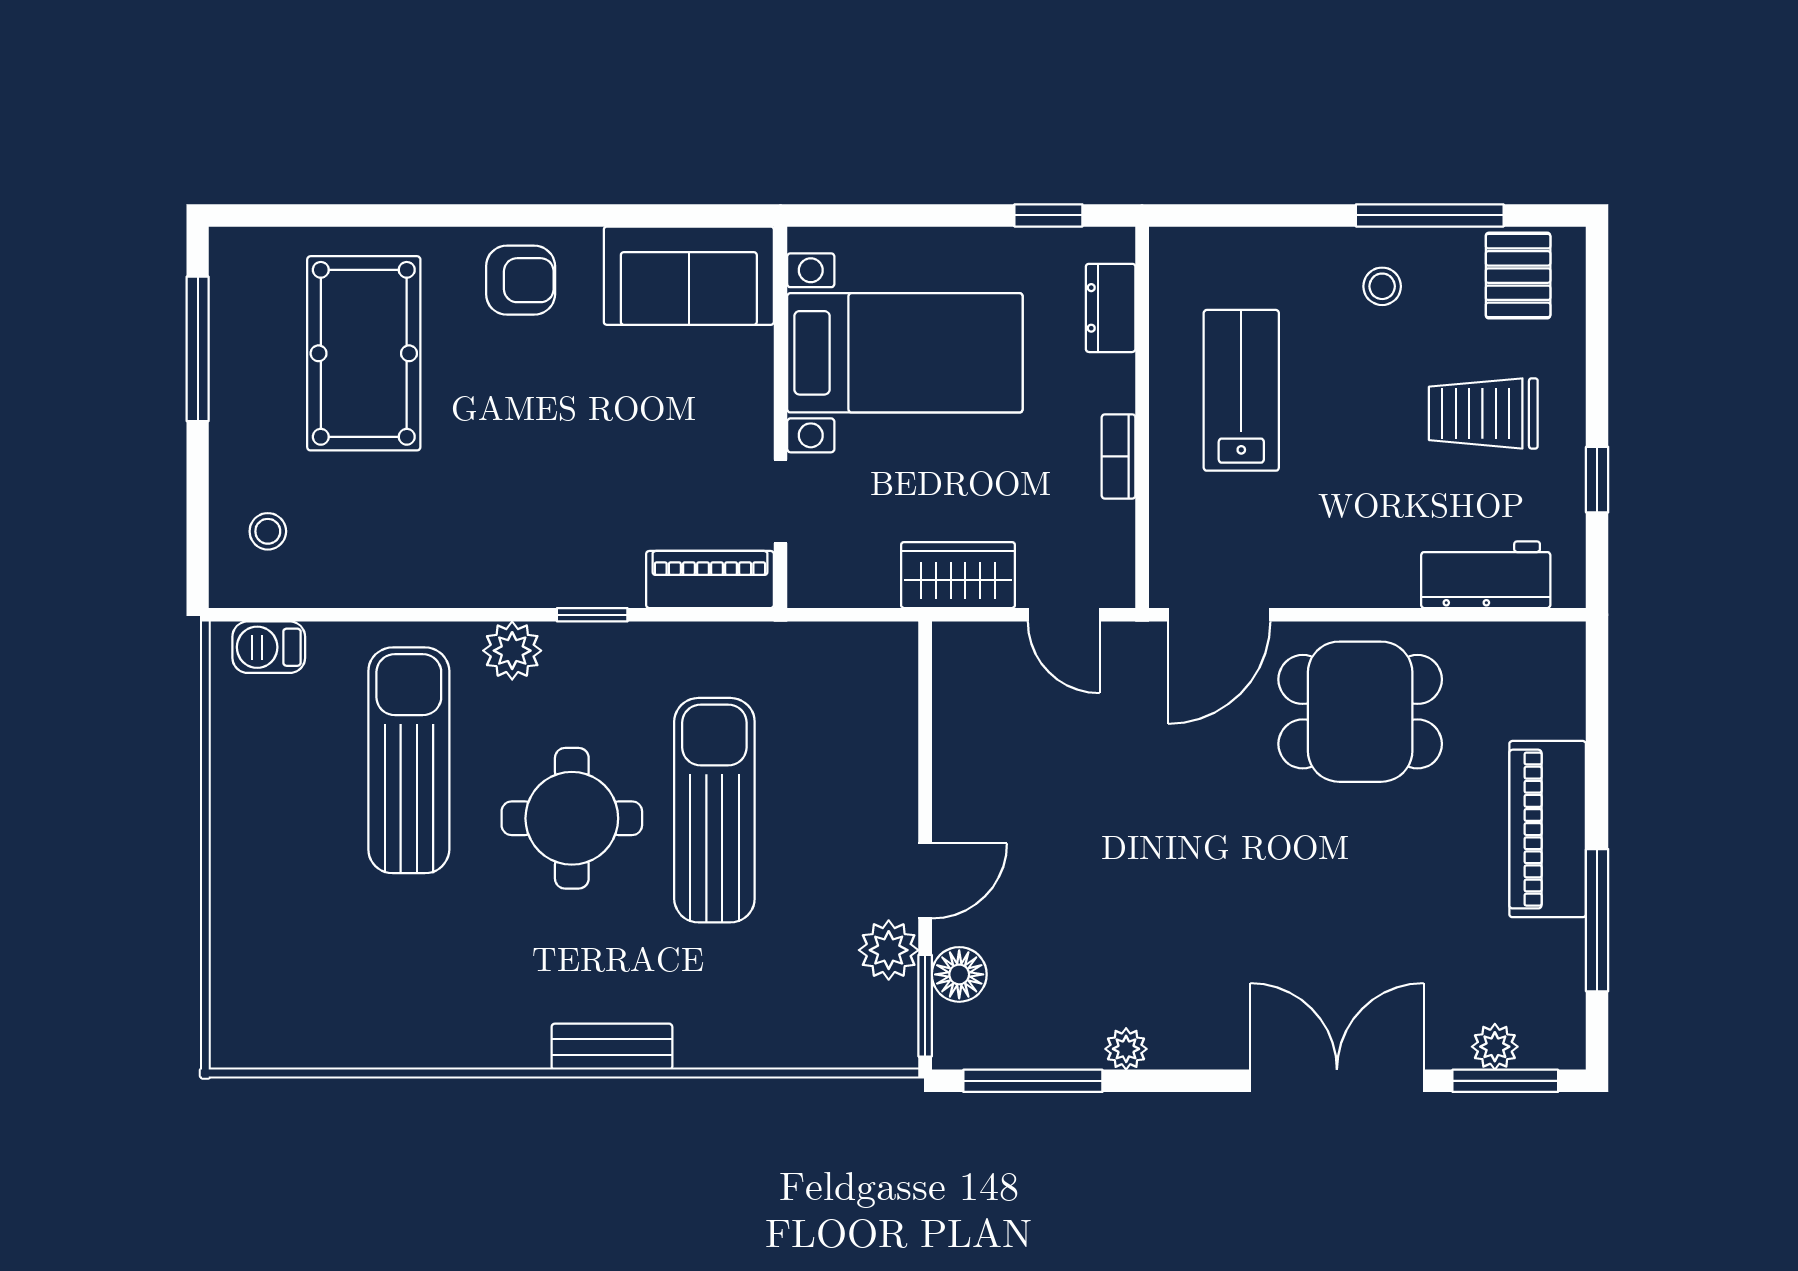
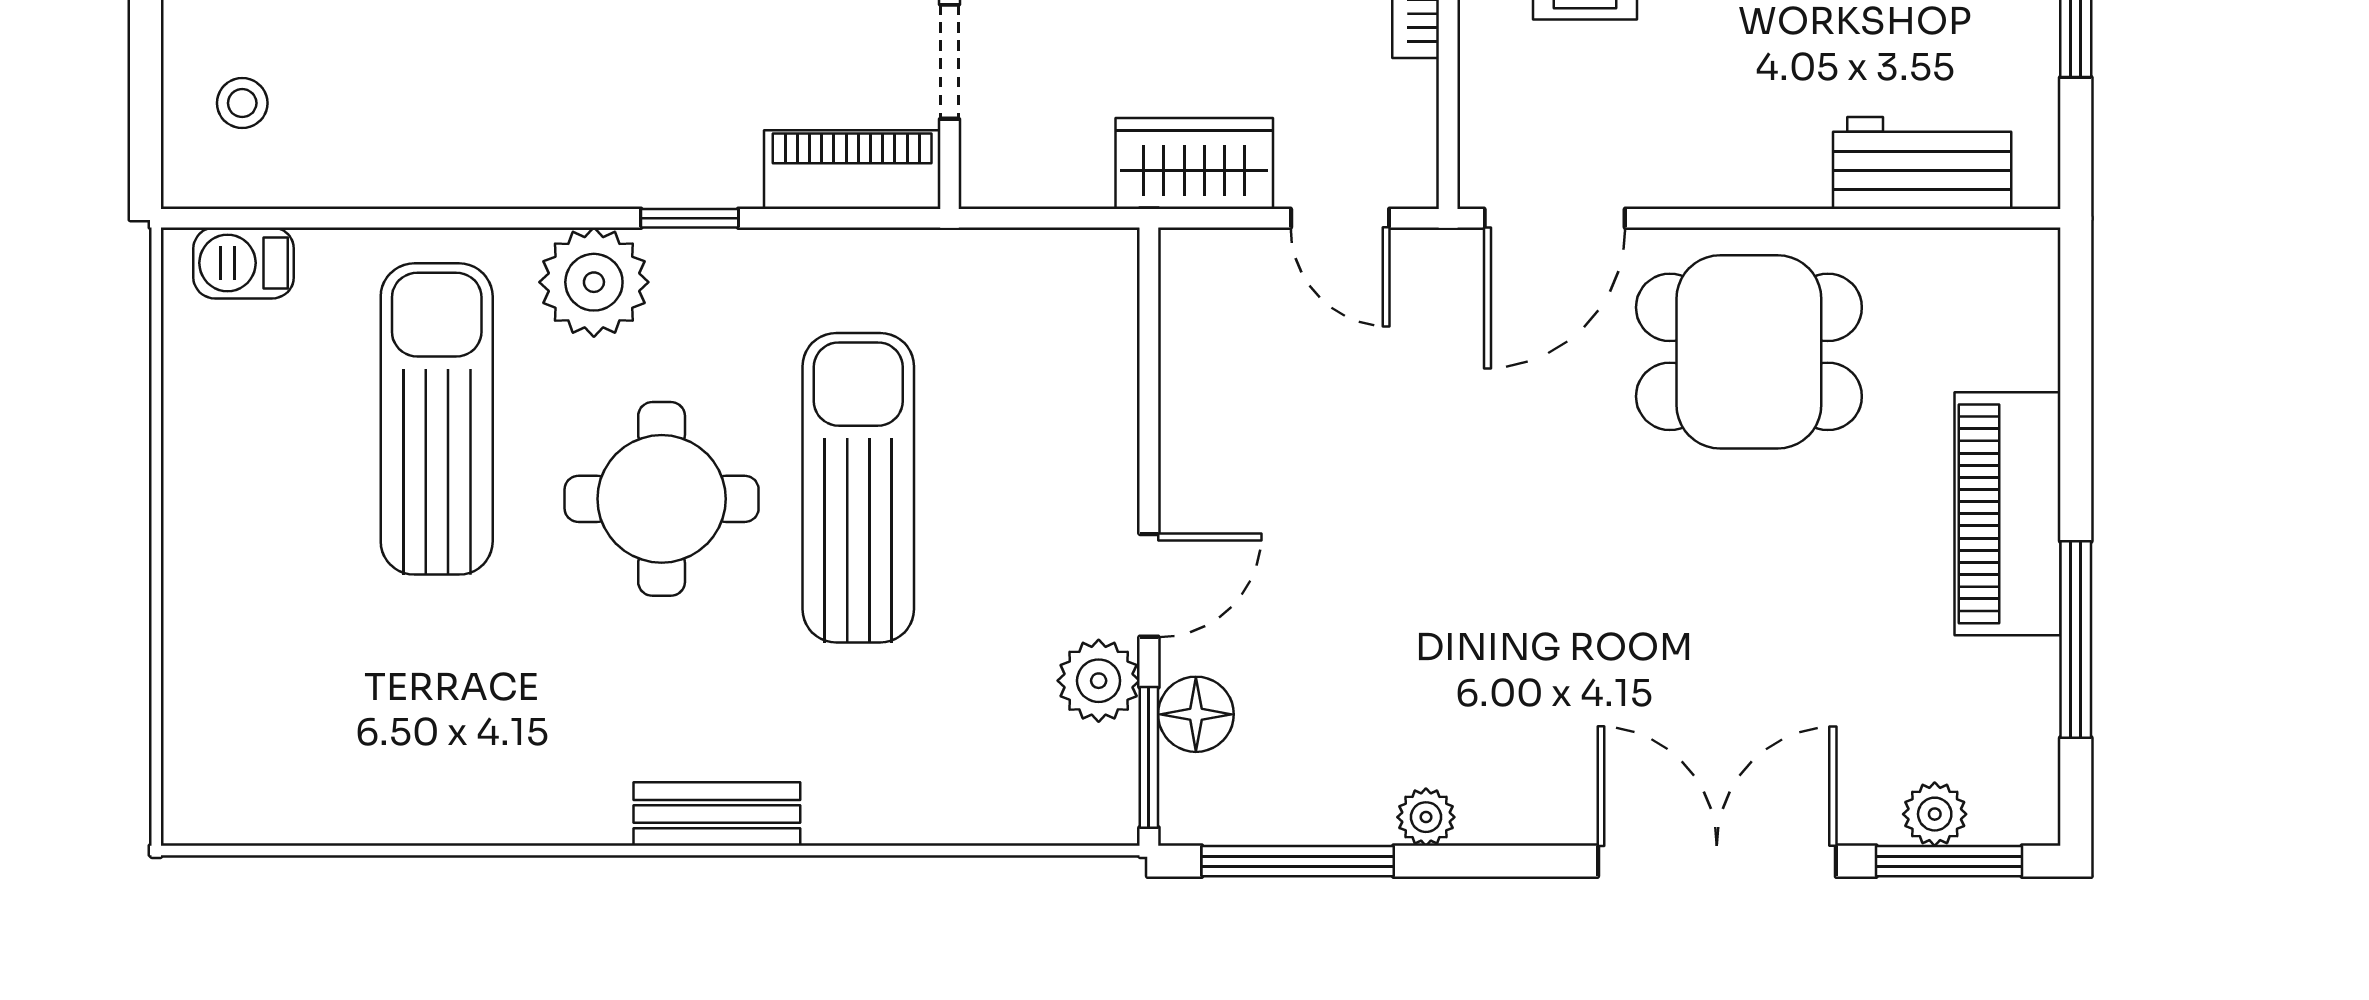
plant: (512, 651) -> (594, 282), width x1.36, depth x1.36

